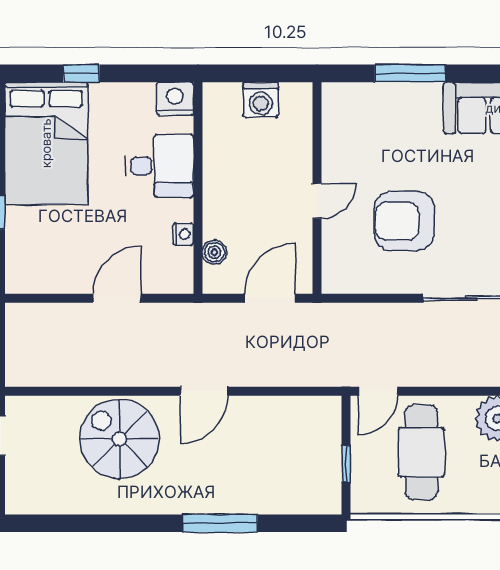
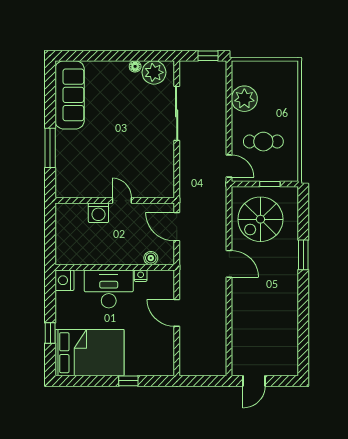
washing machine: (261, 100) -> (98, 213), moved, turned 90
desk: (160, 166) -> (109, 289), width x1.37
armchair: (404, 221) -> (133, 151), removed
spiral stairs: (120, 439) -> (260, 219), moved
cafe table: (421, 452) -> (263, 142), width x0.73, depth x0.74
window: (220, 523) -> (303, 255), width x0.69

